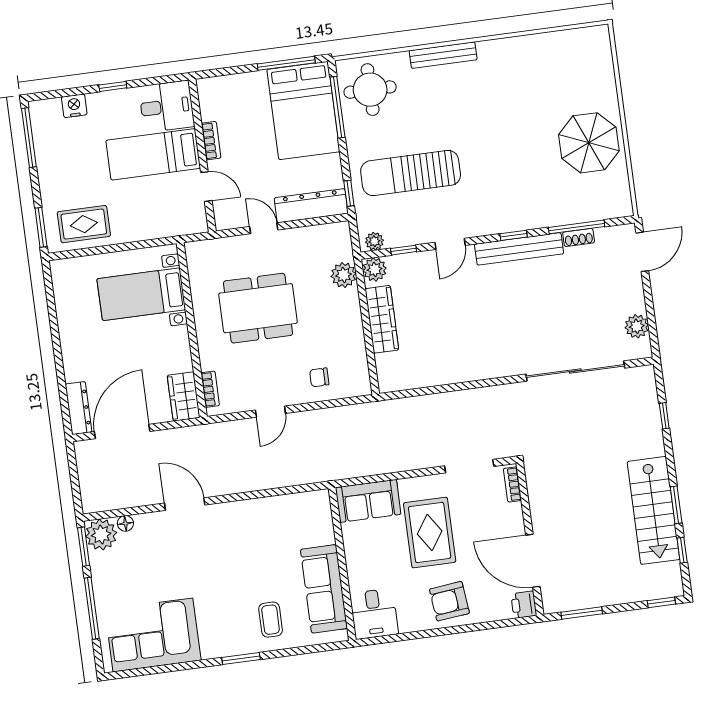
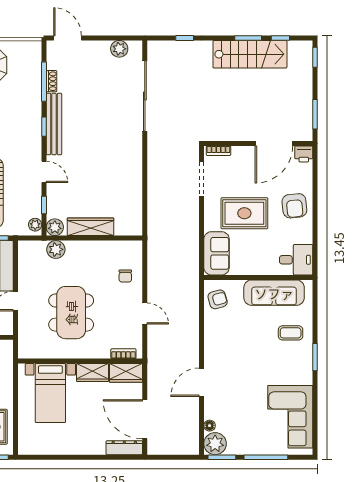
wardrobe: (178, 349) -> (93, 373), added
armchair: (304, 511) -> (218, 299), added

